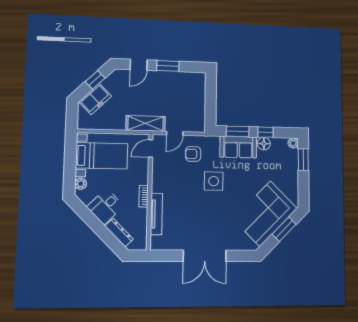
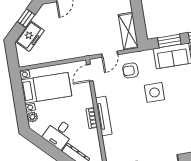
shelving: (146, 123) -> (128, 31), moved, turned 90
tv unit: (156, 214) -> (104, 116), moved

